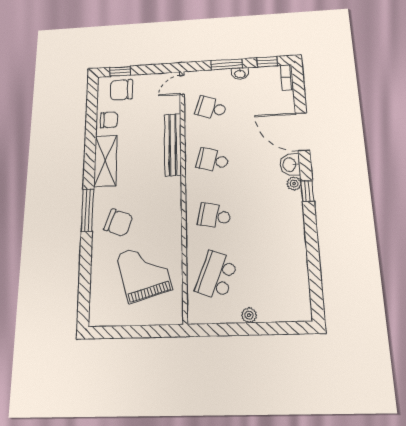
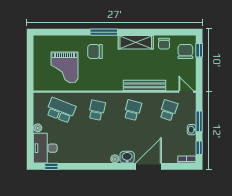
window: (307, 191) -> (51, 166), moved
chair: (118, 223) -> (95, 52), turned 69
grand piano: (144, 272) -> (65, 67), turned 106
desk: (284, 301) -> (45, 148), added

